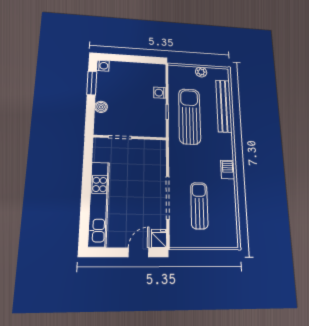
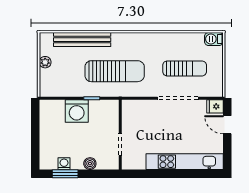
washing machine: (103, 66) -> (64, 164), moved
washing machine: (160, 93) -> (77, 111), width x1.89, depth x1.89
sun lounger: (189, 116) -> (115, 71), moved, turned 180
barbecue: (228, 170) -> (214, 39), moved
sun lounger: (199, 206) -> (185, 68), turned 180

